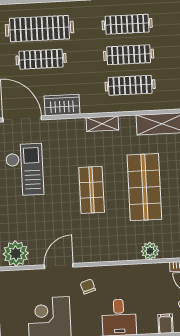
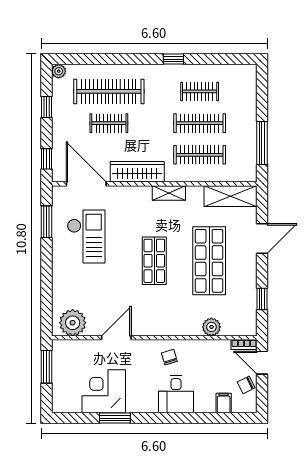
clothes rail: (127, 24) -> (200, 91), width x0.73
clothes rail: (41, 59) -> (109, 123), width x0.73
wardrobe: (62, 105) -> (137, 172), width x1.50
chair: (88, 286) -> (169, 357), moved

